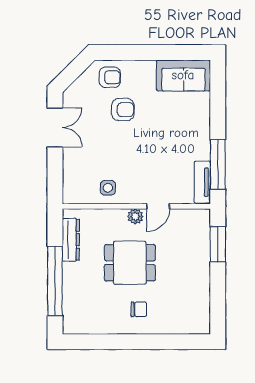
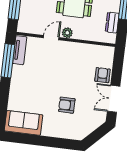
armchair: (110, 77) -> (102, 75), moved, turned 90
side table: (108, 188) -> (83, 54), removed
dresser: (71, 240) -> (112, 23), width x0.70

